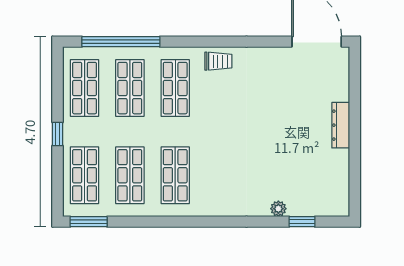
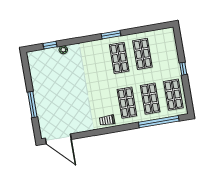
window: (355, 115) -> (32, 105), added
dresser: (341, 125) -> (39, 98), removed
shop shelf: (85, 175) -> (166, 50), removed
window: (89, 222) -> (111, 35), moved

